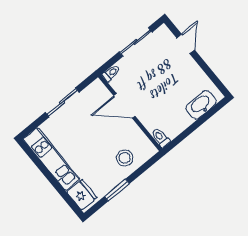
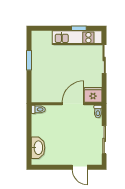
sliding door: (62, 102) -> (104, 59), moved
stool: (125, 158) -> (44, 80), removed
window: (40, 165) -> (79, 28), added
fridge: (82, 195) -> (93, 95), moved, turned 180

